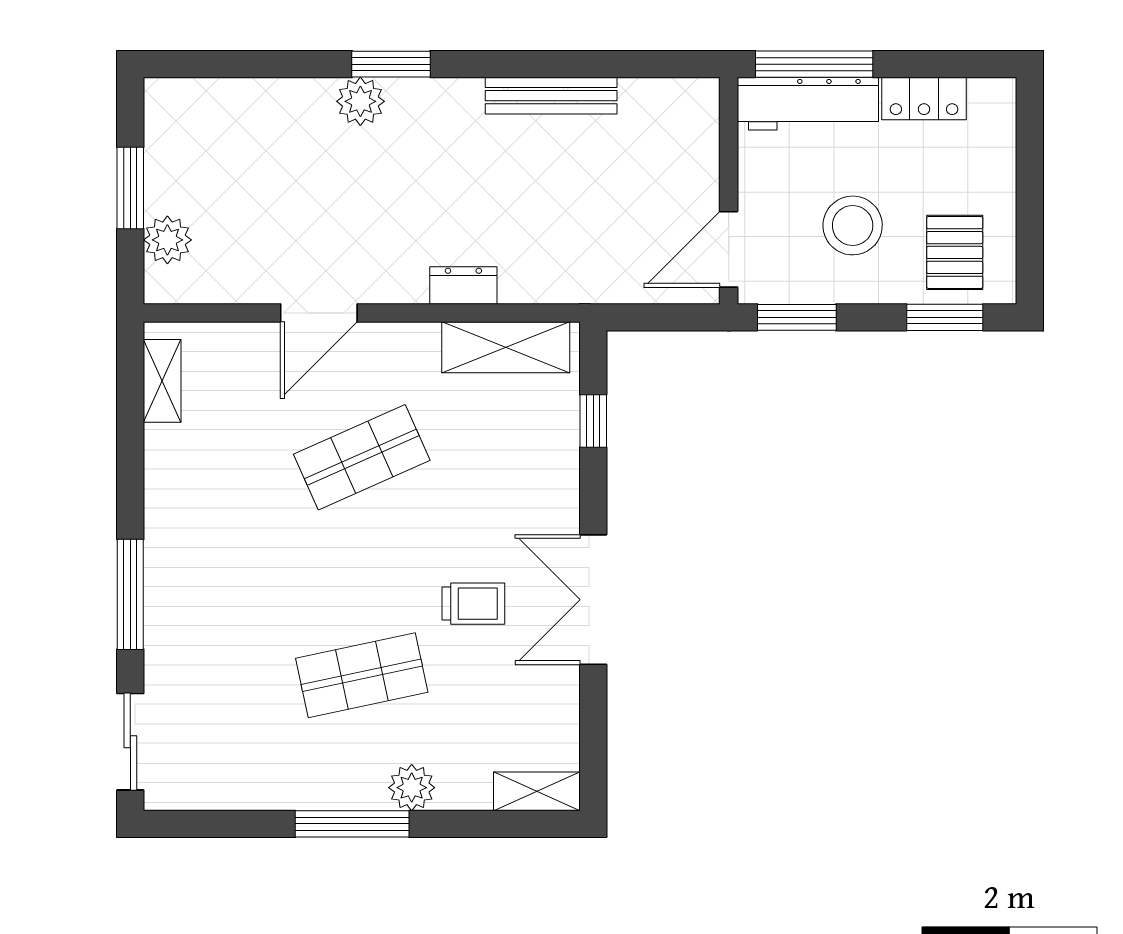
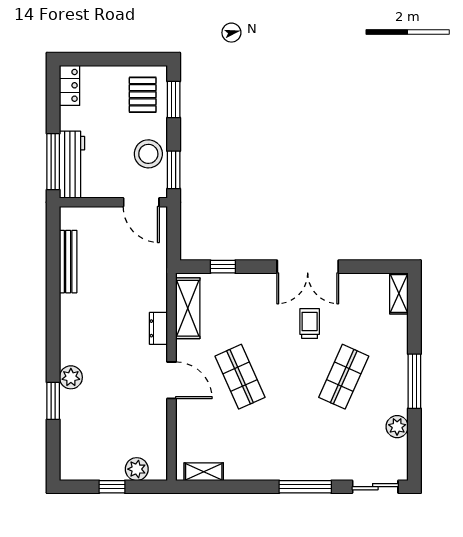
window: (391, 64) -> (53, 401), moved
bench: (551, 96) -> (68, 262), moved
locker: (924, 99) -> (69, 85), moved
window: (130, 188) -> (112, 487), width x0.67
stool: (853, 225) -> (148, 154), moved
pallet: (955, 252) -> (143, 95), turned 90
door: (319, 313) -> (171, 380), moved
shop shelf: (362, 675) -> (344, 377), turned 36
plant: (412, 788) -> (397, 427), moved

